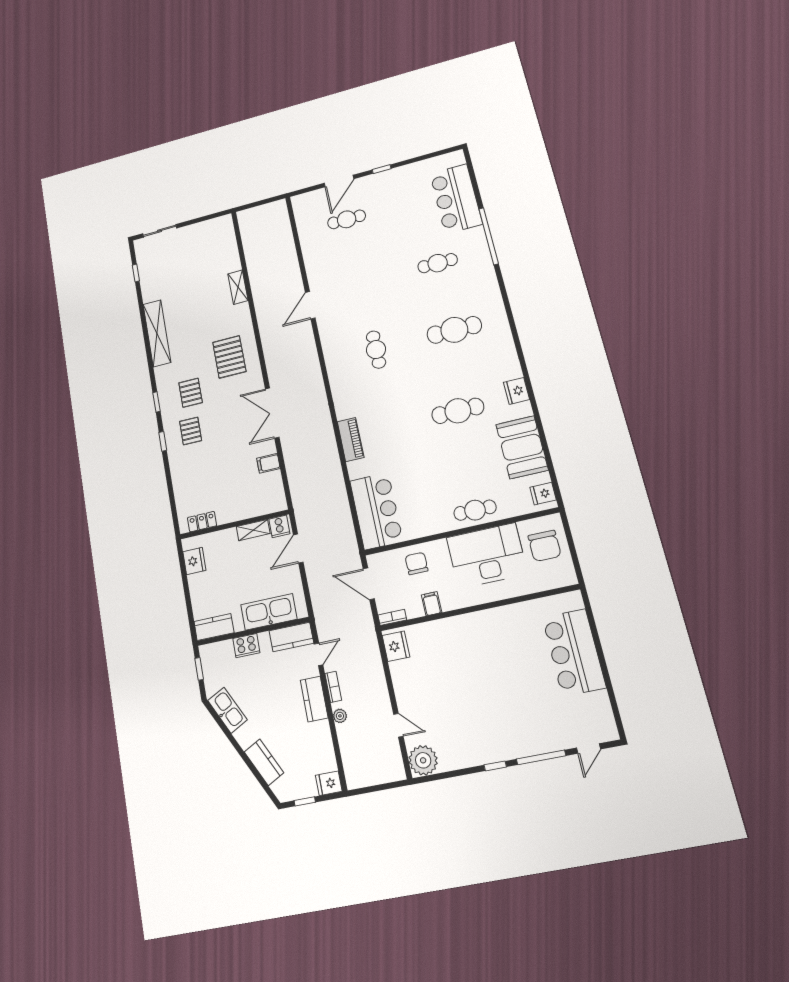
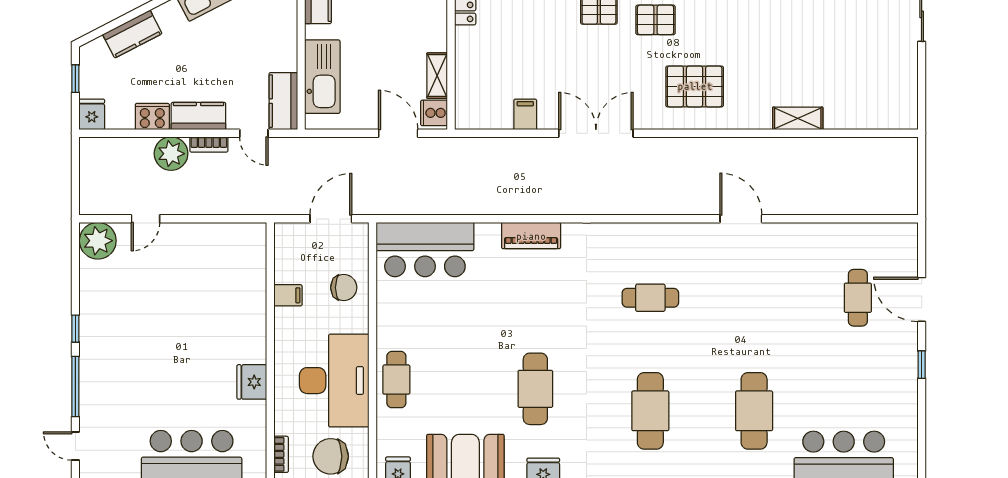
cafe table: (438, 263) -> (754, 411), width x1.37, depth x1.35
bookcase: (392, 617) -> (281, 454), moved
cooker: (246, 646) -> (152, 116), moved, turned 90
fridge: (396, 646) -> (252, 382), moved, turned 90
plant: (340, 716) -> (171, 154), width x1.88, depth x1.88

